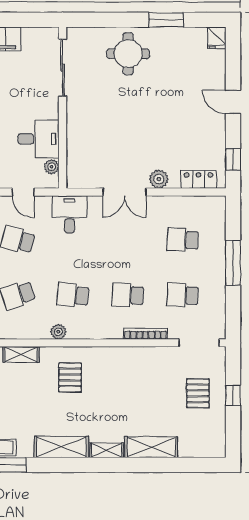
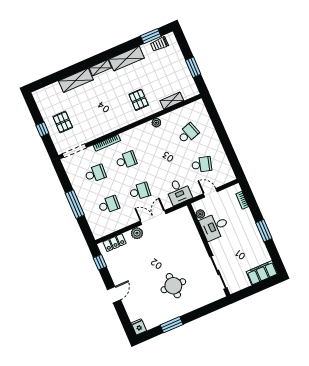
round table: (128, 54) -> (173, 286), moved
door: (233, 102) -> (114, 295), hinge flipped
school desk: (73, 295) -> (140, 191), moved

